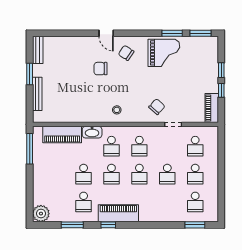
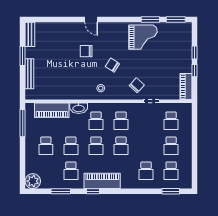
chair: (126, 53) -> (112, 65), moved
school desk: (56, 174) -> (46, 146), added
school desk: (167, 174) -> (146, 171), moved

